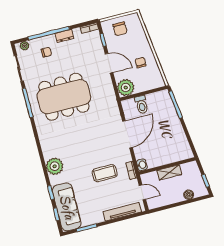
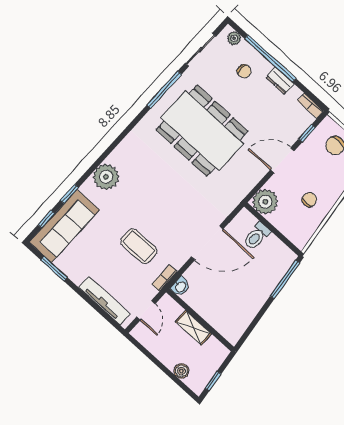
door: (109, 63) -> (282, 160), swing flipped

